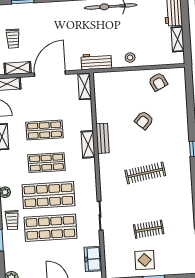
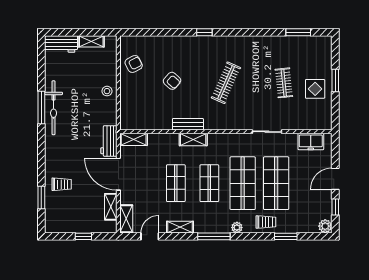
trolley: (13, 39) -> (62, 184), moved
workbench: (96, 61) -> (109, 141), moved
clothes rail: (145, 173) -> (226, 83), turned 33

